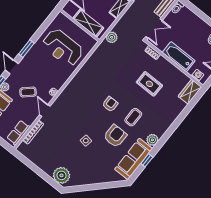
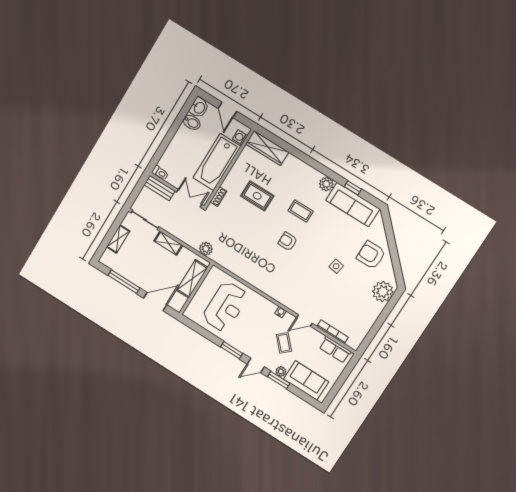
bathtub: (179, 57) -> (217, 162), width x1.36, depth x1.36
rug: (149, 84) -> (257, 196), turned 90
wardrobe: (190, 92) -> (267, 148), width x1.50
armchair: (115, 136) -> (371, 255), moved

